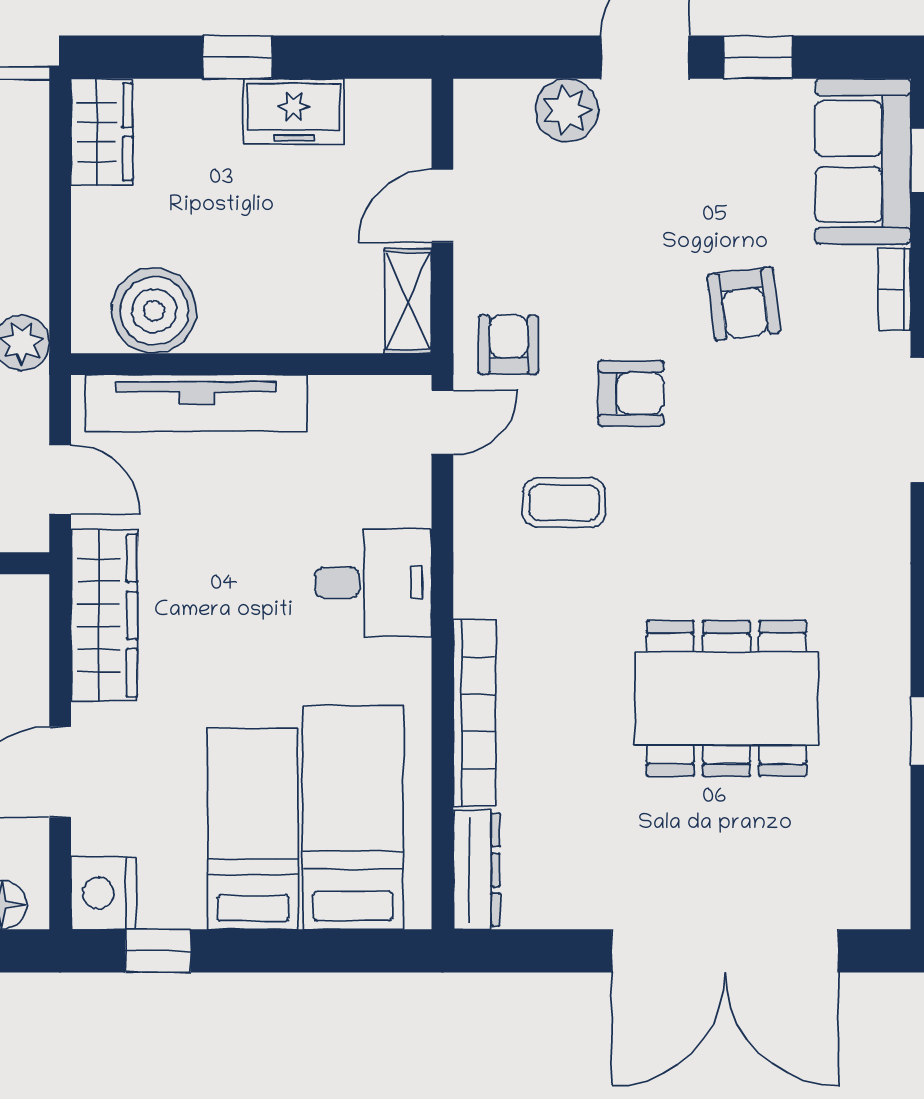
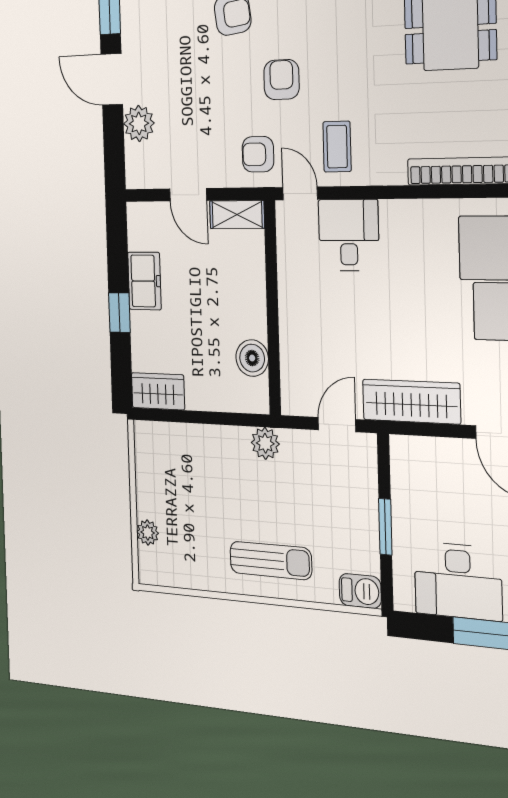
boiler: (154, 311) -> (252, 358), width x0.73, depth x0.73
tv unit: (196, 403) -> (294, 341), removed
coffee table: (564, 503) -> (337, 147), moved
desk: (373, 583) -> (349, 235), moved

